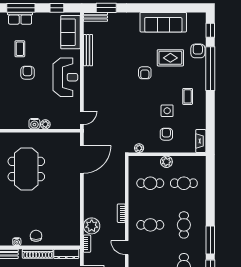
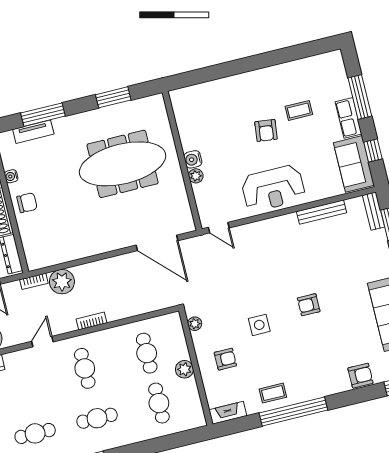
row of seats: (20, 18) -> (349, 118), moved
sofa: (70, 32) -> (354, 164), moved, turned -90
rug: (170, 58) -> (340, 337), removed
window: (210, 69) -> (293, 412), moved
armchair: (27, 73) -> (266, 130), turned 97
coffee table: (188, 96) -> (273, 393), moved
side table: (167, 111) -> (259, 325), moved
meeting table: (26, 169) -> (123, 164), width x1.36

